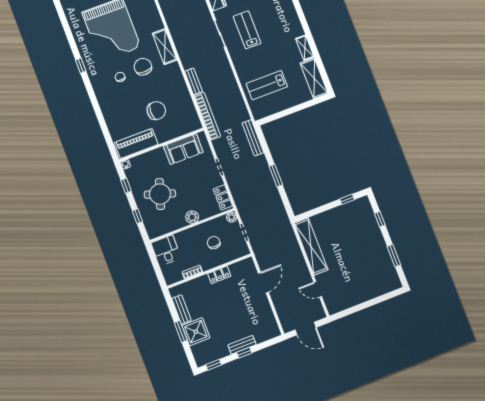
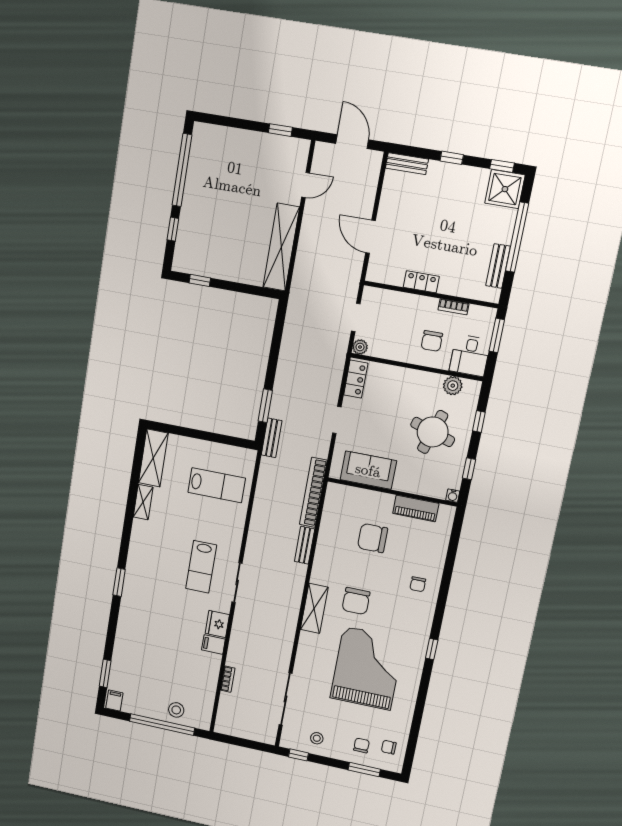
chair: (120, 77) -> (418, 584), moved
bench: (253, 138) -> (272, 438), width x0.73
piano: (136, 144) -> (416, 508), width x0.73, depth x0.75
window: (276, 176) -> (265, 406), moved
plant: (192, 217) -> (453, 386), moved
chair: (214, 243) -> (432, 341), moved
window: (394, 256) -> (182, 170), width x2.11
window: (158, 271) -> (497, 335), added
door: (263, 283) -> (371, 237), hinge flipped
door: (318, 289) -> (306, 185), hinge flipped
window: (350, 311) -> (280, 130), added
window: (181, 332) -> (517, 237), width x2.11
shower: (196, 332) -> (505, 189), moved
bench: (242, 345) -> (407, 164), moved

